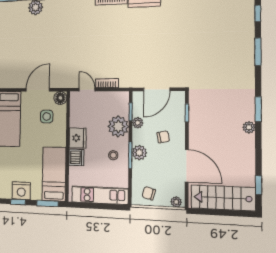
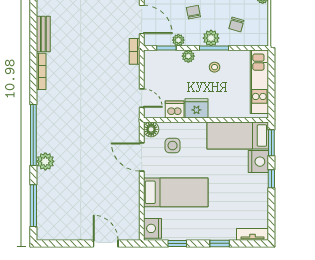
bookcase: (107, 83) -> (135, 51), moved
door: (87, 90) -> (142, 98), swing flipped
plant: (118, 126) -> (188, 56), width x0.53, depth x0.53
dishwasher: (76, 157) -> (175, 109), moved
nightstand: (21, 191) -> (258, 162), moved
chair: (149, 193) -> (236, 24), moved

